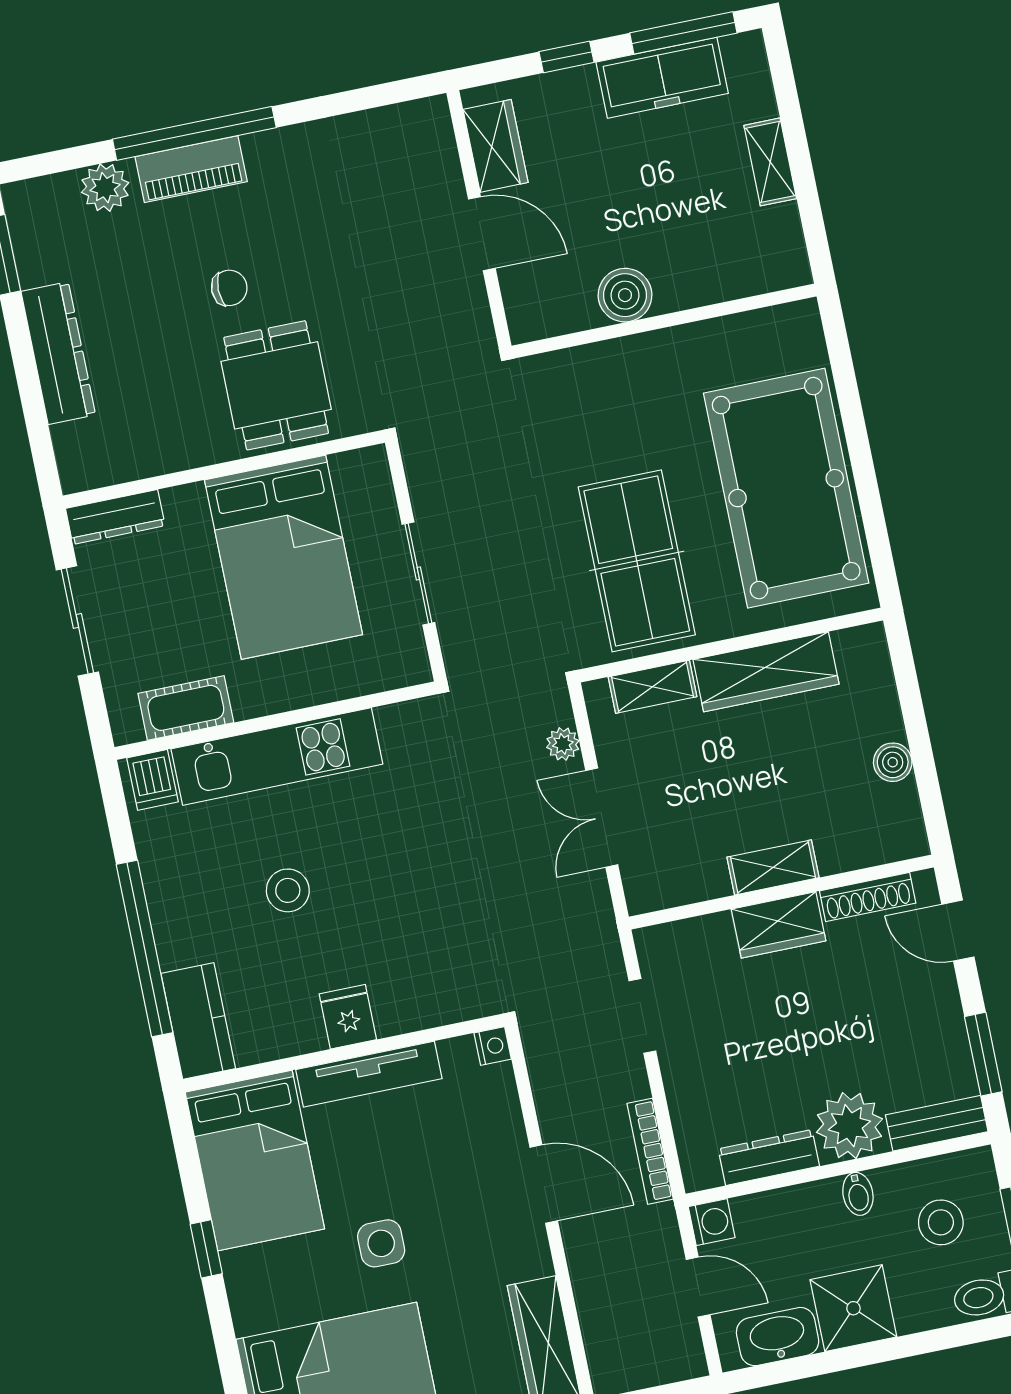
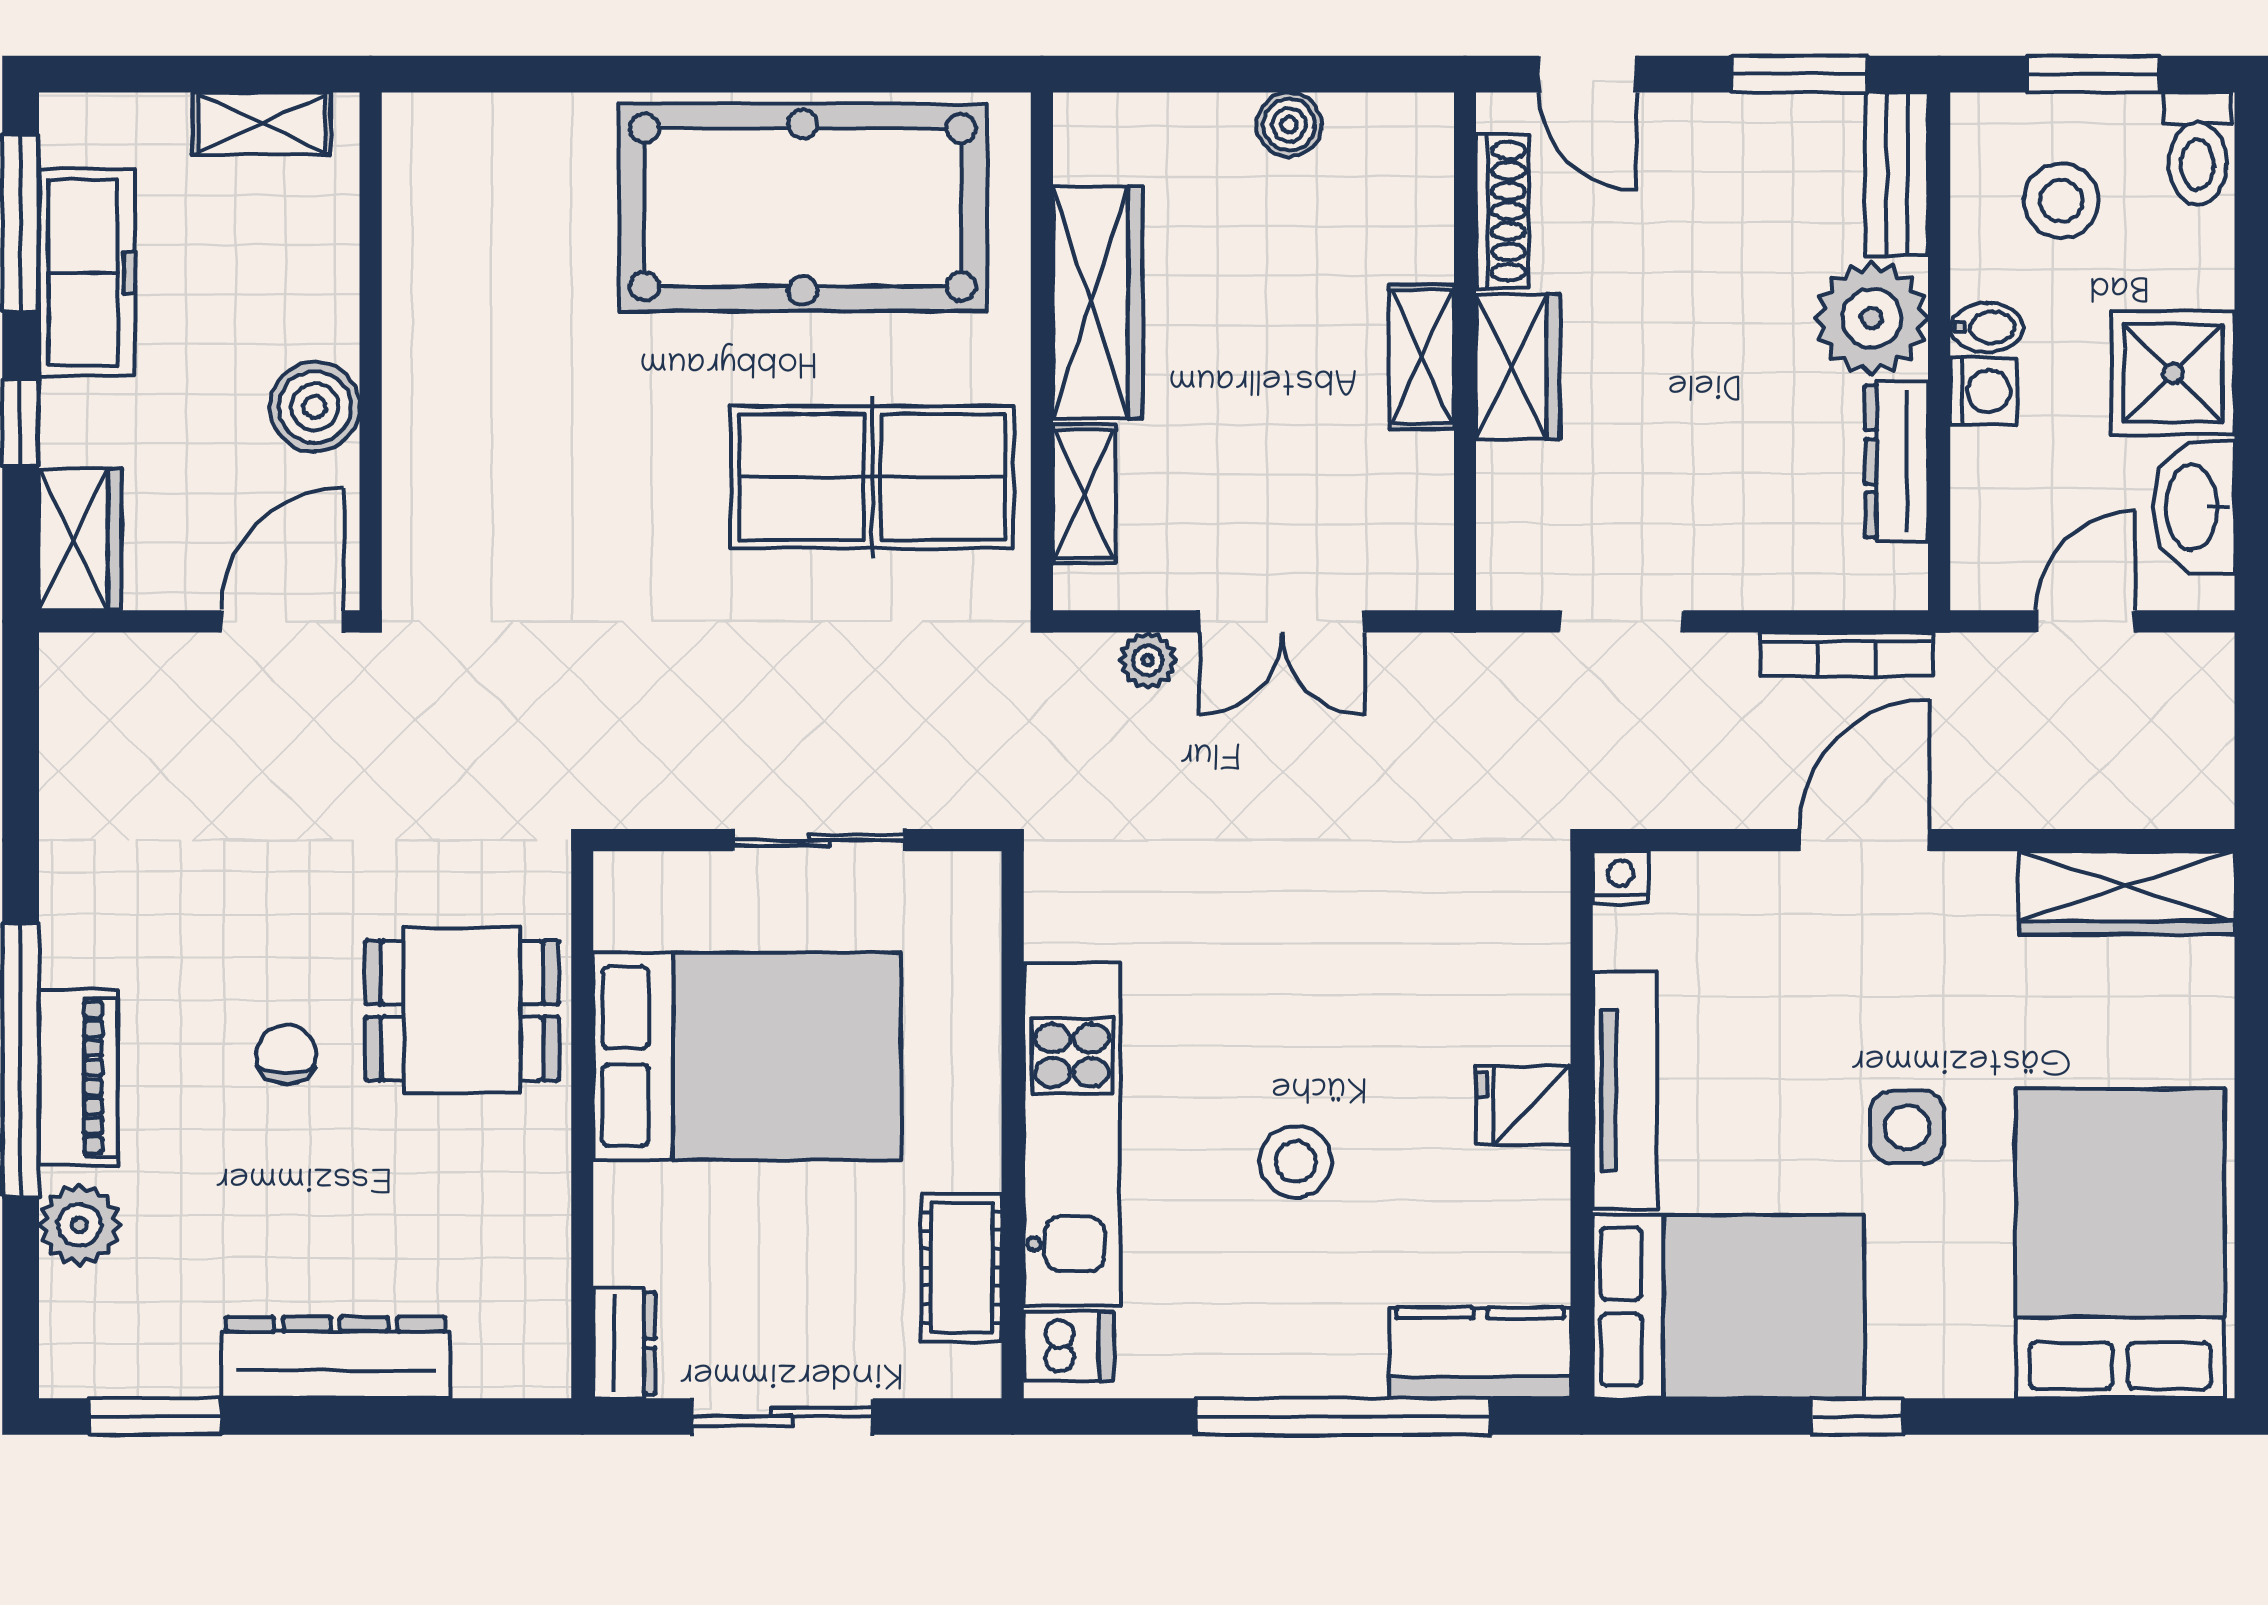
wardrobe: (496, 146) -> (80, 539), moved, turned 90
boiler: (625, 295) -> (315, 407), moved
wall: (664, 321) -> (371, 351), moved
dresser: (115, 517) -> (624, 1343), width x0.70
door: (958, 931) -> (1588, 74), hinge flipped
washing machine: (712, 1222) -> (1983, 391), moved, turned 90

